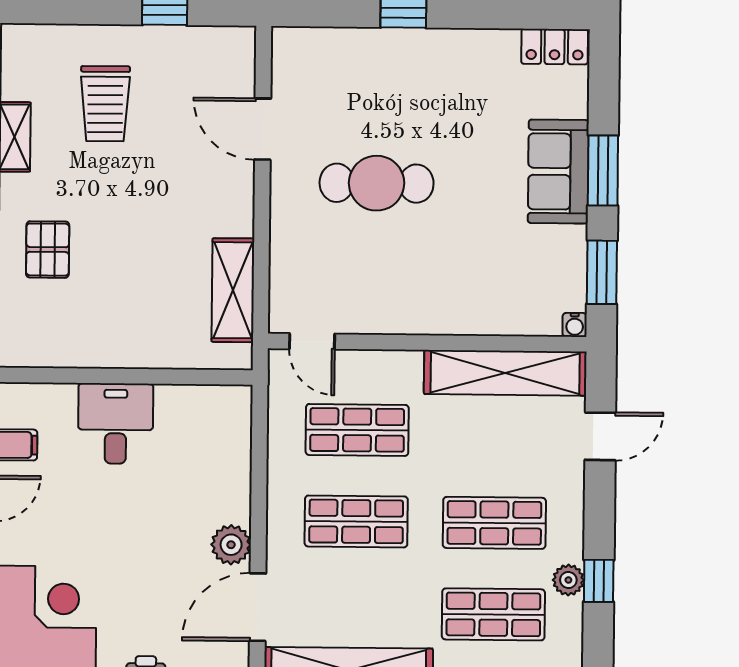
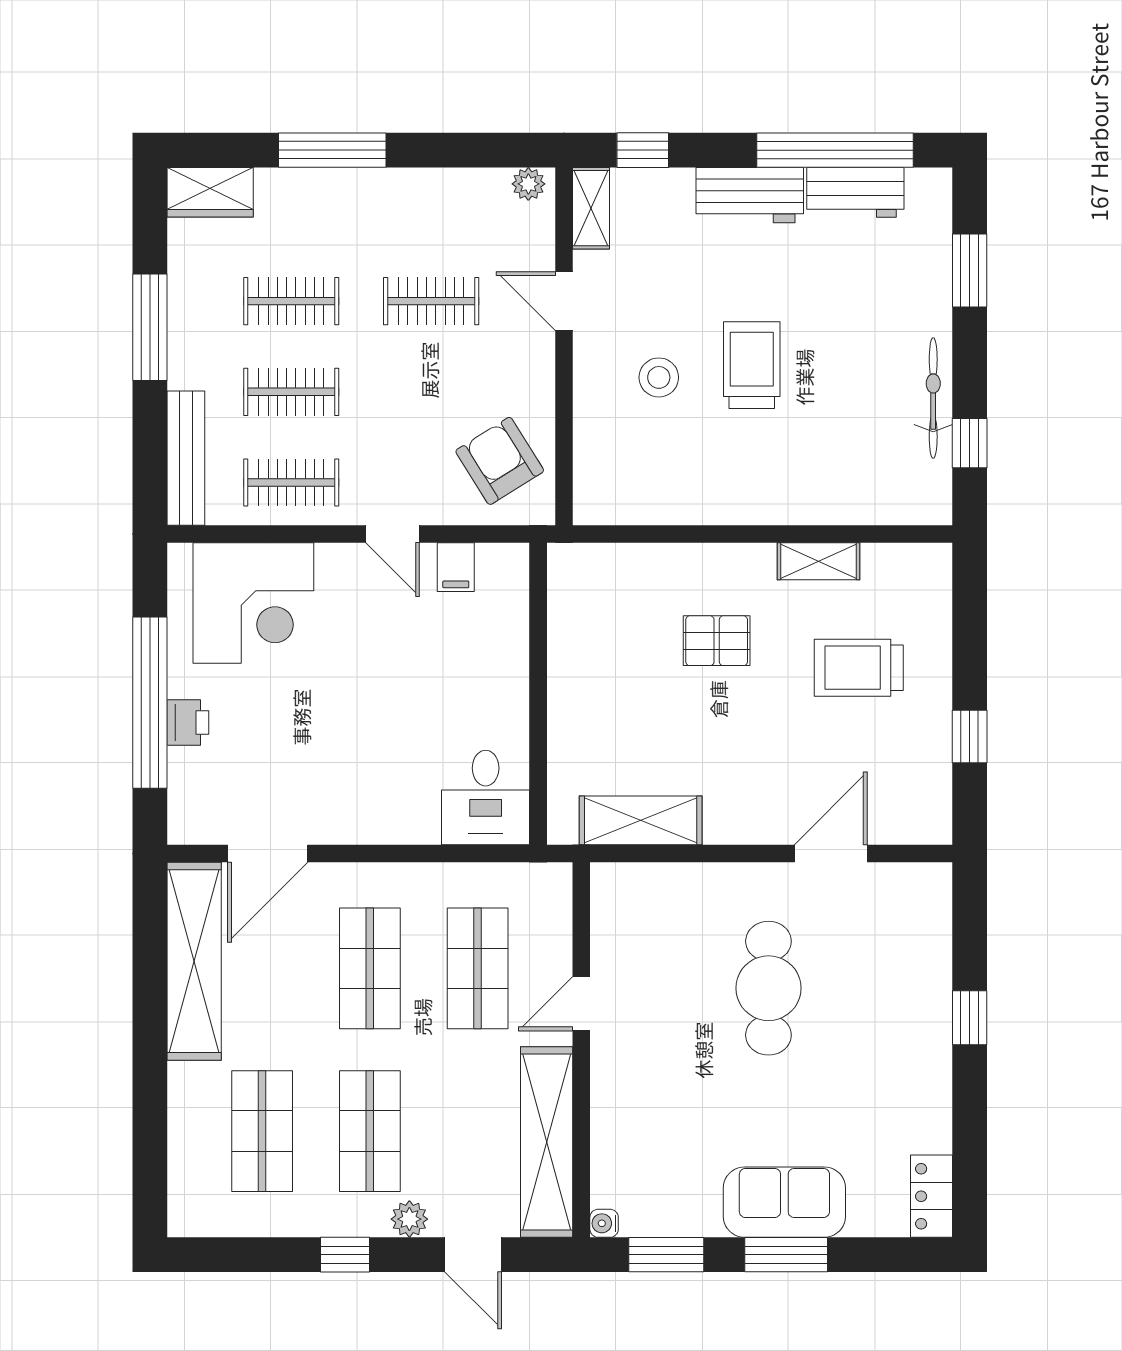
pallet: (48, 250) -> (717, 641), moved
door: (312, 341) -> (581, 1004), moved
desk: (116, 424) -> (486, 797), moved, turned 90
plant: (231, 545) -> (341, 821), removed
plant: (568, 580) -> (409, 1219), moved
window: (599, 581) -> (345, 1255), moved
door: (258, 607) -> (268, 853), swing flipped

